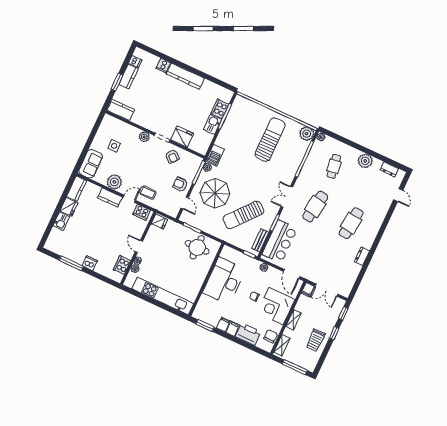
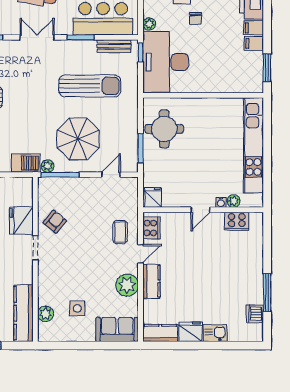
kitchen counter: (121, 110) -> (24, 313), width x1.50
plant: (144, 137) -> (45, 314), moved
armchair: (180, 184) -> (88, 193), removed
double door: (287, 197) -> (37, 37), swing flipped
door: (129, 199) -> (141, 254), swing flipped
sun lounger: (243, 215) -> (90, 86), turned -40
dishwasher: (90, 263) -> (255, 314), moved
desk: (224, 281) -> (166, 62), moved, turned 90

